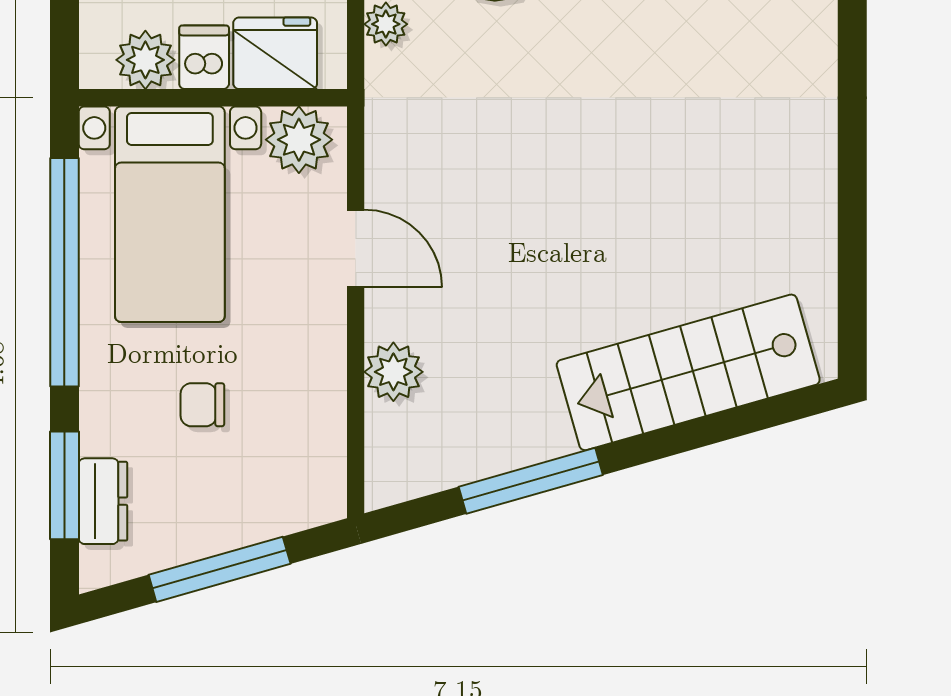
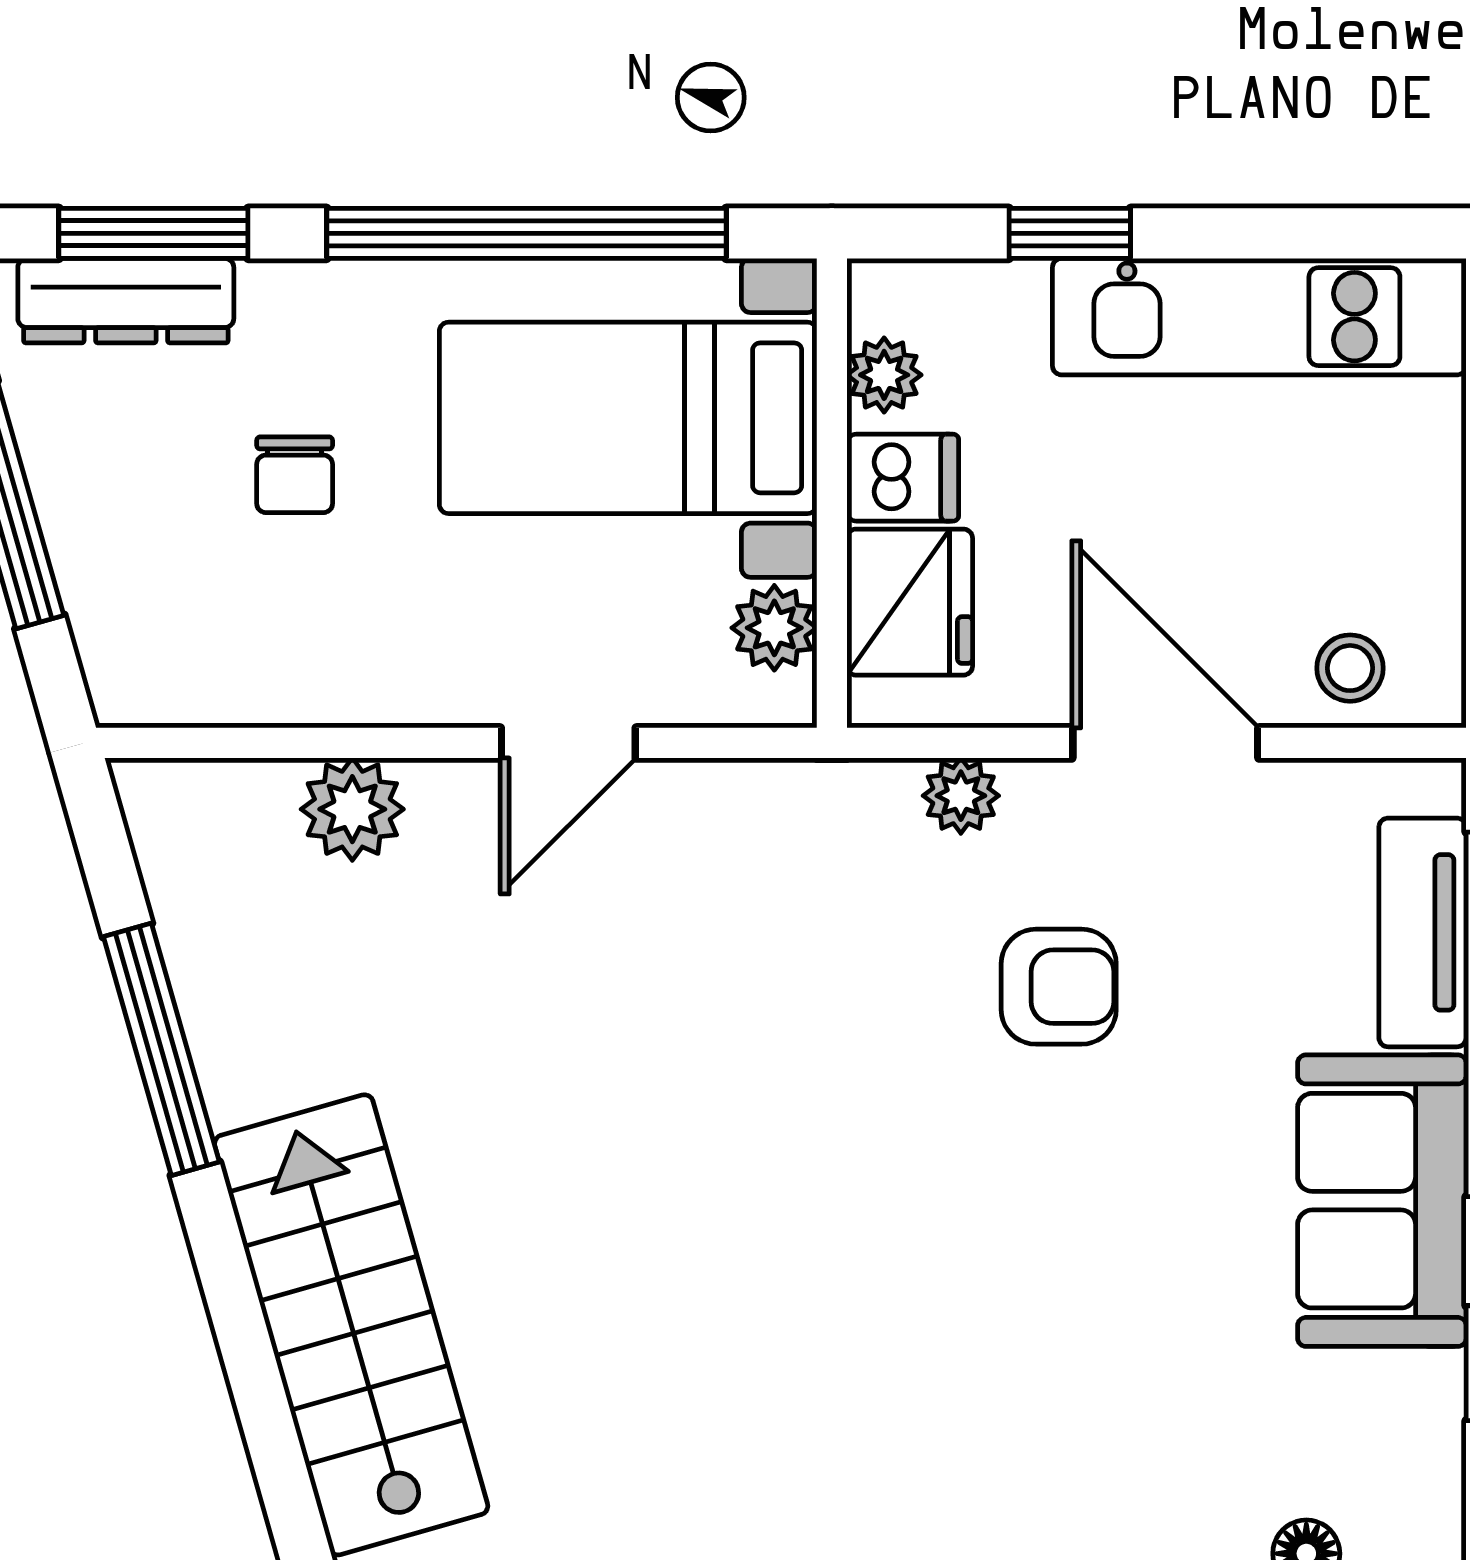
plant: (145, 60) -> (884, 375), width x0.73, depth x0.73
plant: (299, 140) -> (774, 628), width x0.73, depth x0.73
chair: (202, 405) -> (295, 475), turned 180
dresser: (103, 501) -> (126, 301), width x1.44

